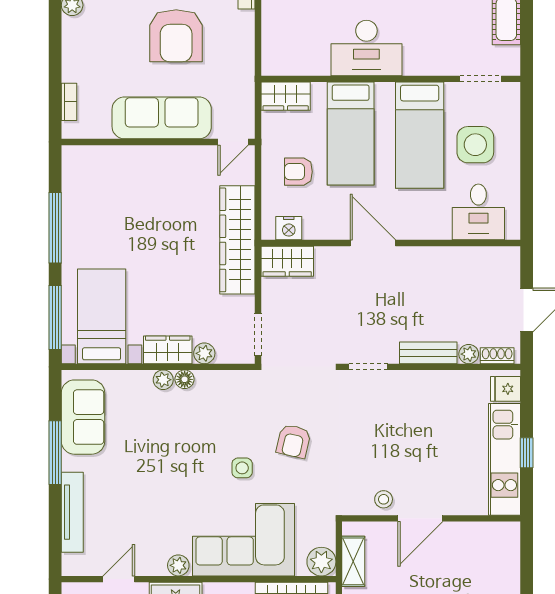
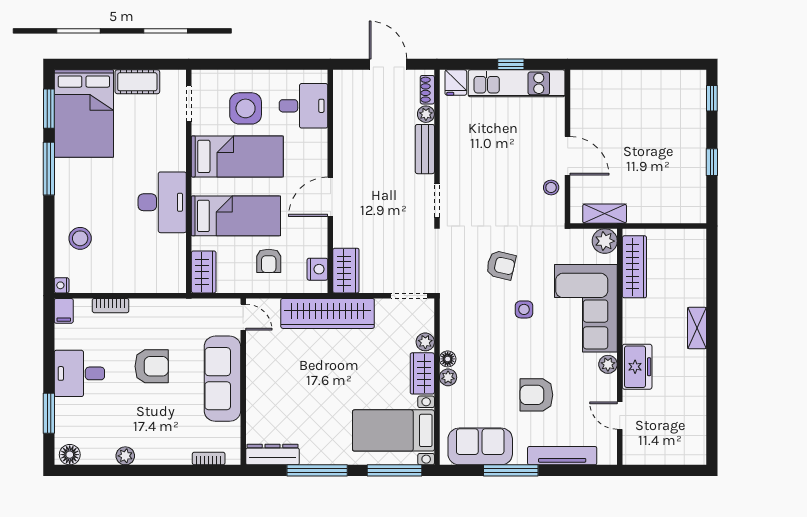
armchair: (176, 36) -> (152, 366), width x0.73, depth x0.73
dresser: (74, 176) -> (273, 455), added
armchair: (143, 482) -> (536, 395), added

